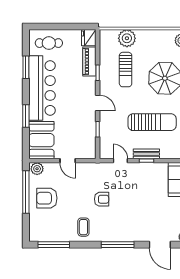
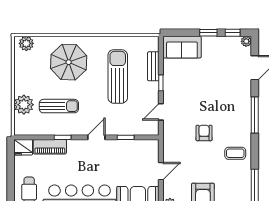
bench: (146, 154) -> (153, 66), moved

